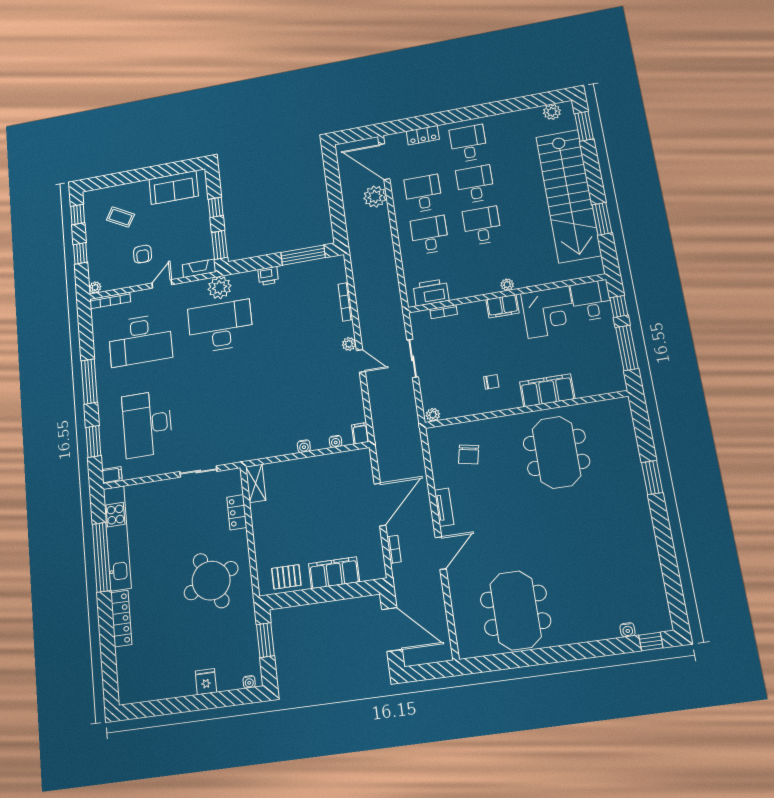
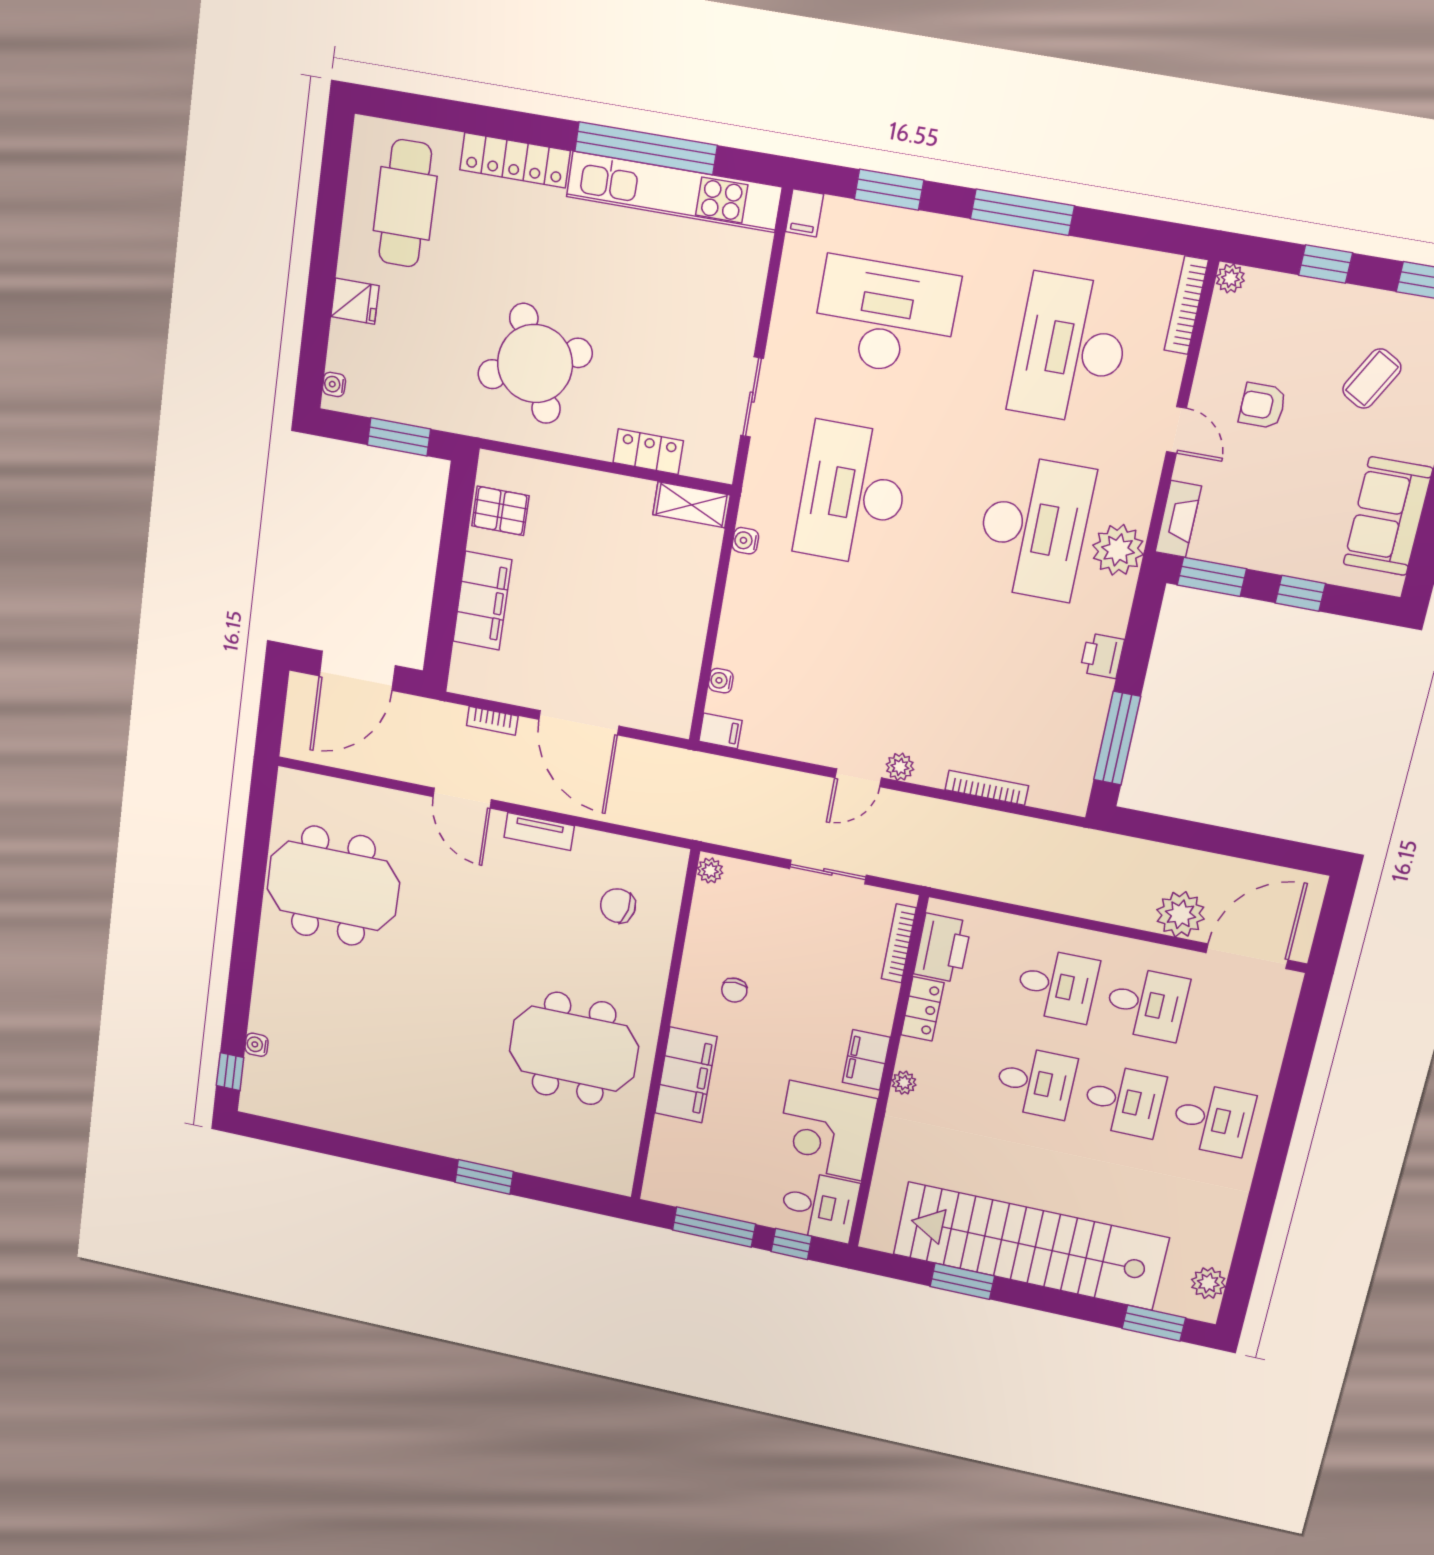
locker: (423, 135) -> (922, 1009), moved, turned 180
bookcase: (444, 312) -> (899, 943), width x1.56
desk: (229, 411) -> (853, 494), added
water cooler: (304, 446) -> (745, 541), moved
pallet: (286, 577) -> (500, 511), turned 90
cafe table: (154, 668) -> (405, 203), added

